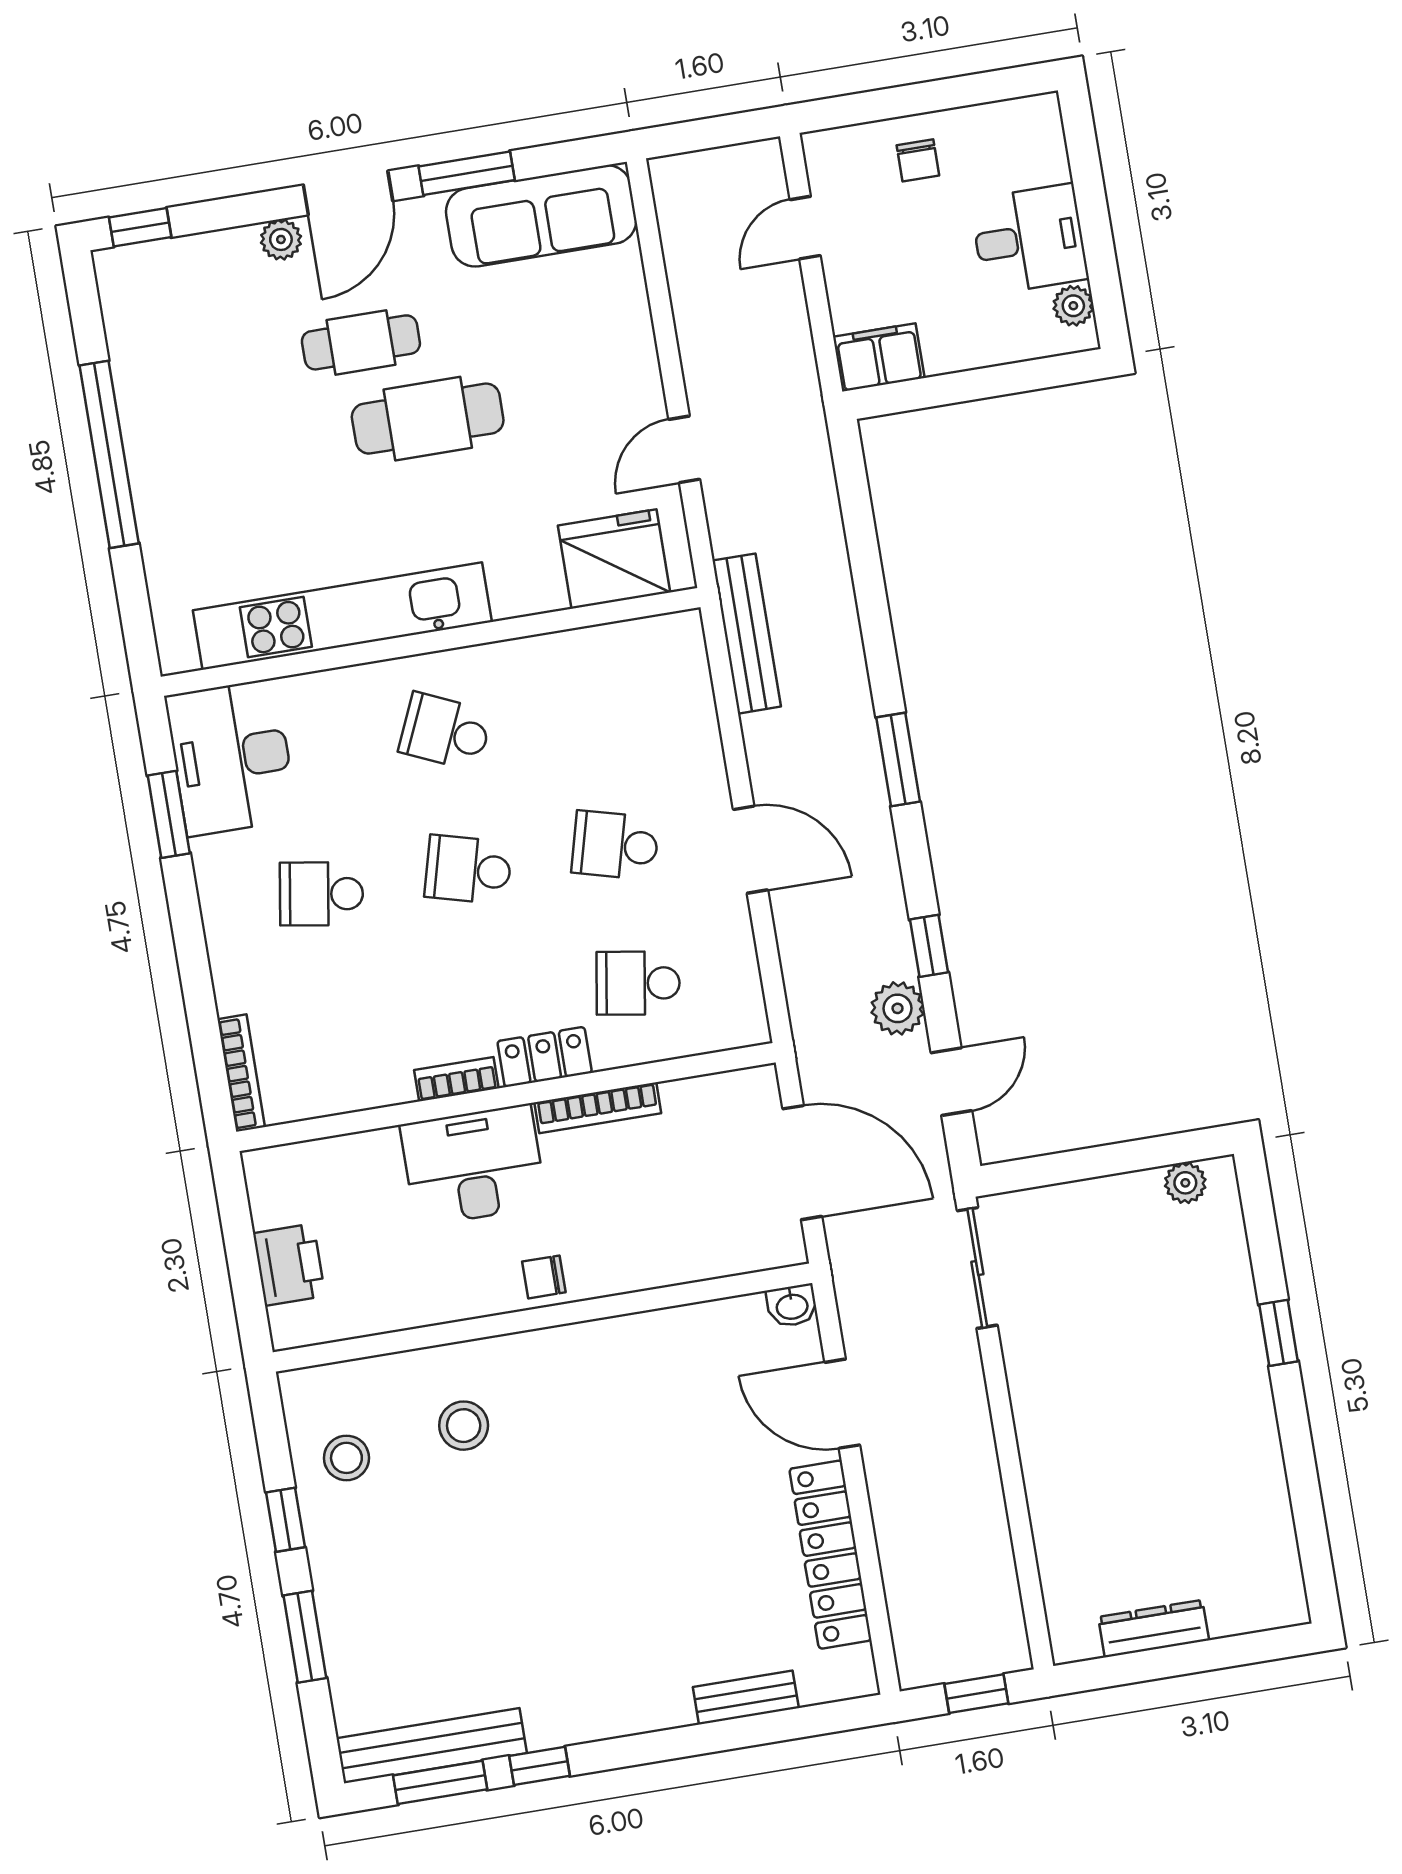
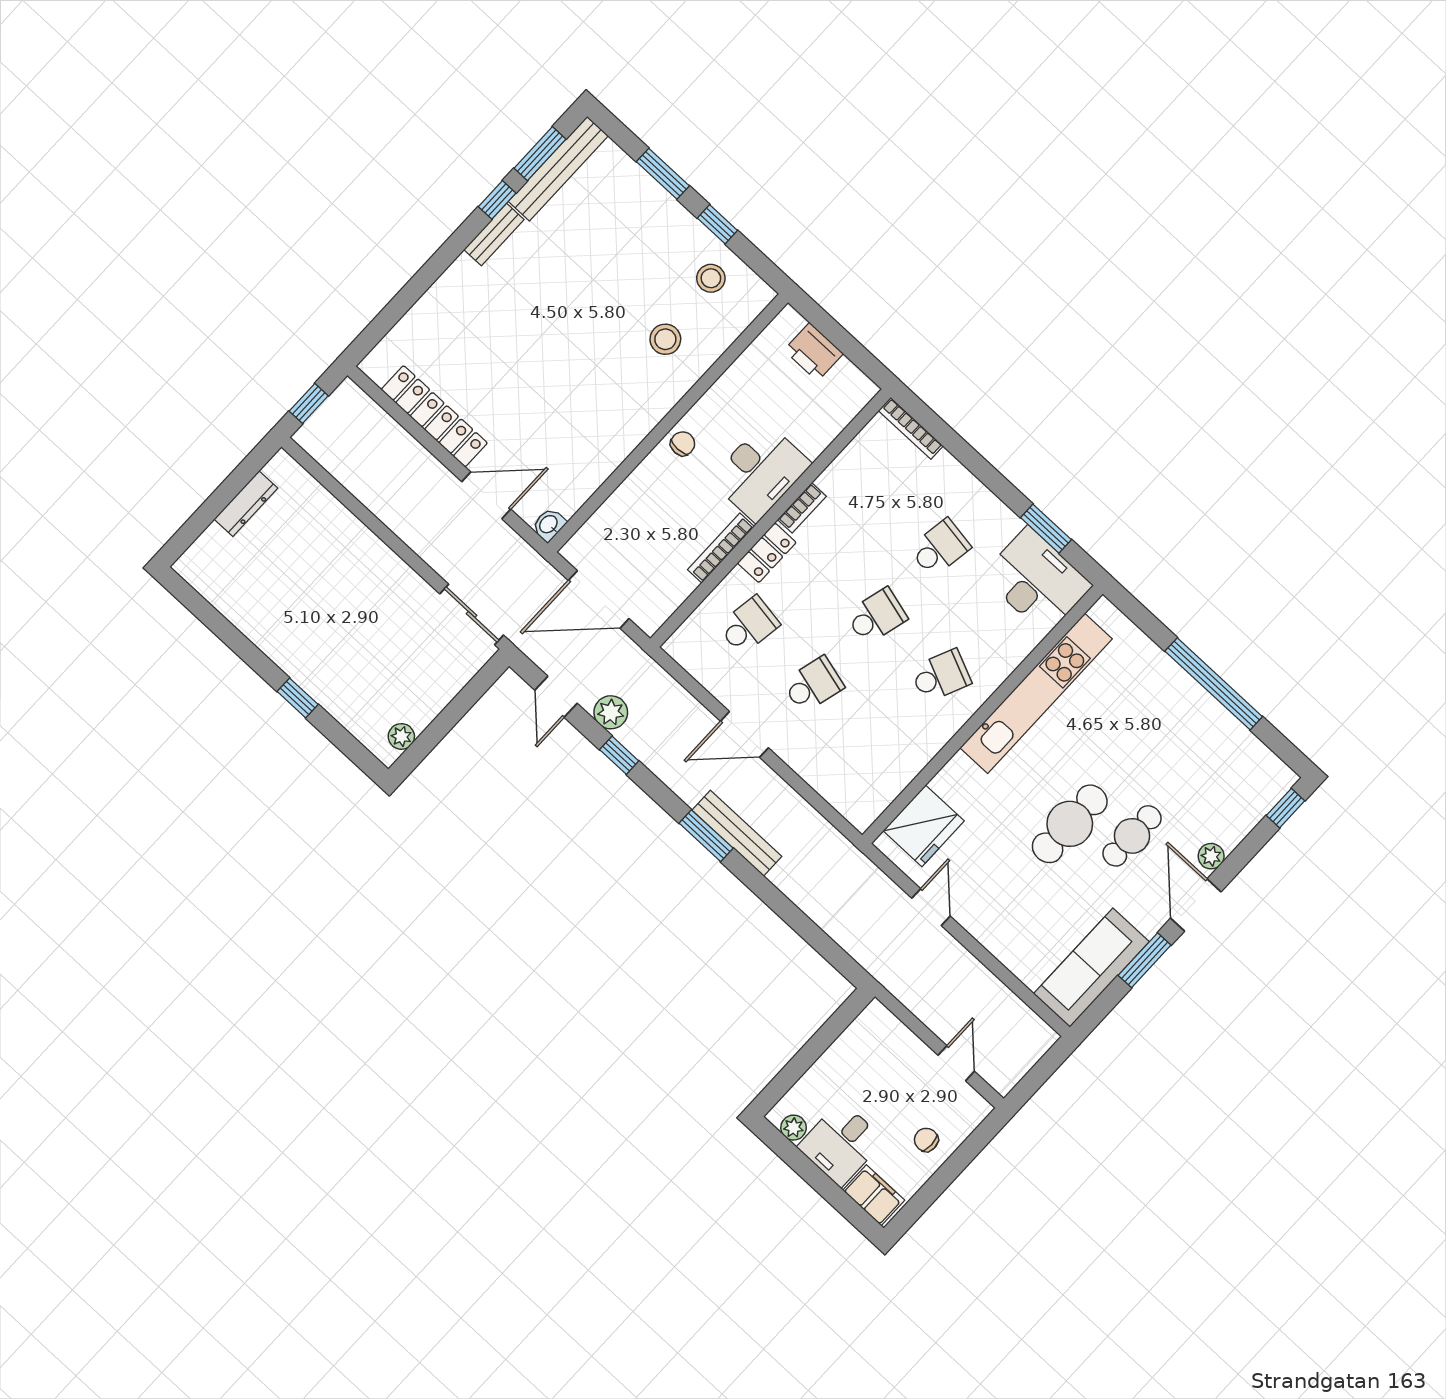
filing cabinet: (879, 357) -> (874, 1195), moved, turned -90
bench: (747, 634) -> (737, 833), moved
bench: (746, 1698) -> (494, 235), moved

